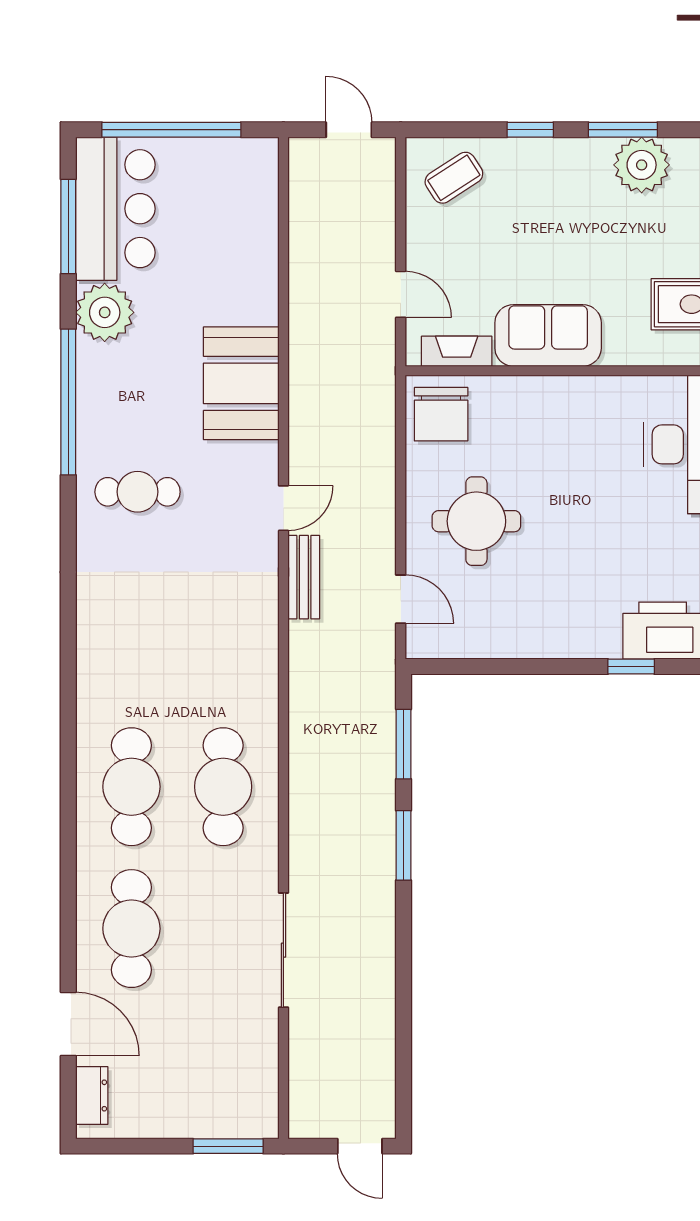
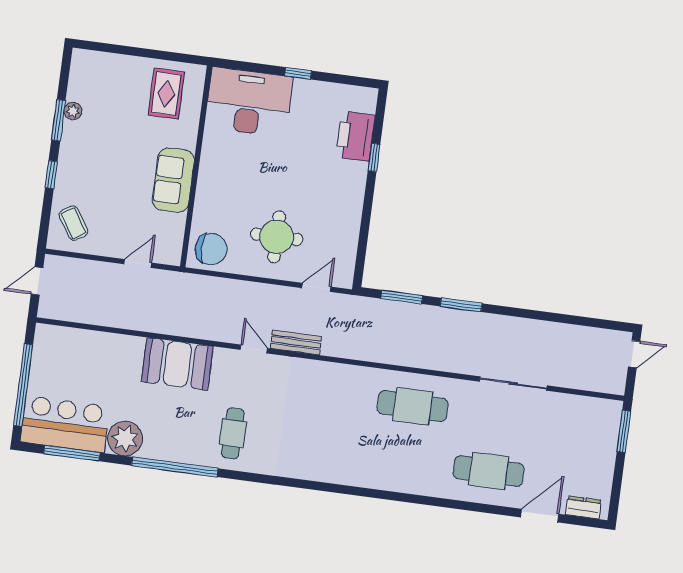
plant: (642, 165) -> (73, 111), width x0.53, depth x0.53
fireplace: (457, 351) -> (175, 235), removed
cafe table: (131, 787) -> (405, 460), removed

